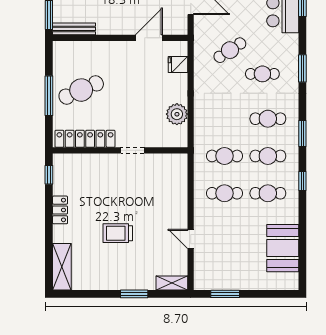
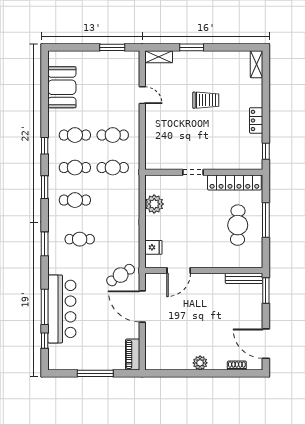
cafe table: (230, 50) -> (121, 275), moved
cafe table: (81, 90) -> (238, 225), turned -65
shelving: (62, 267) -> (257, 64), width x0.67, depth x0.75

